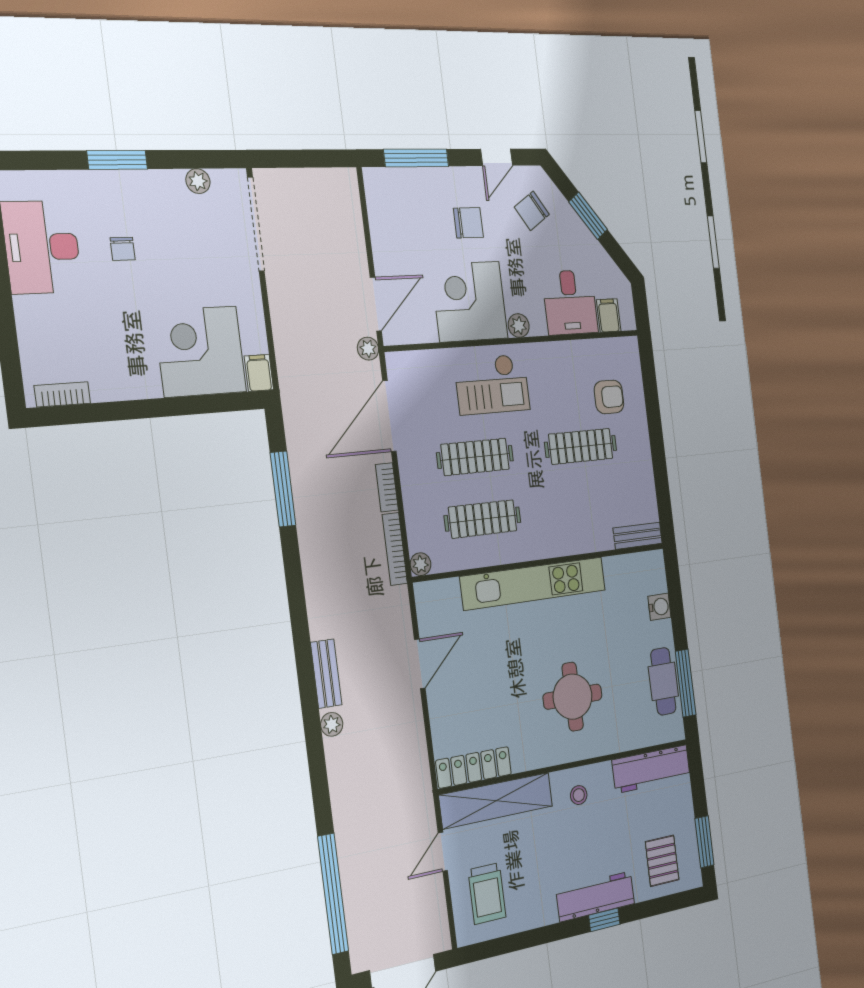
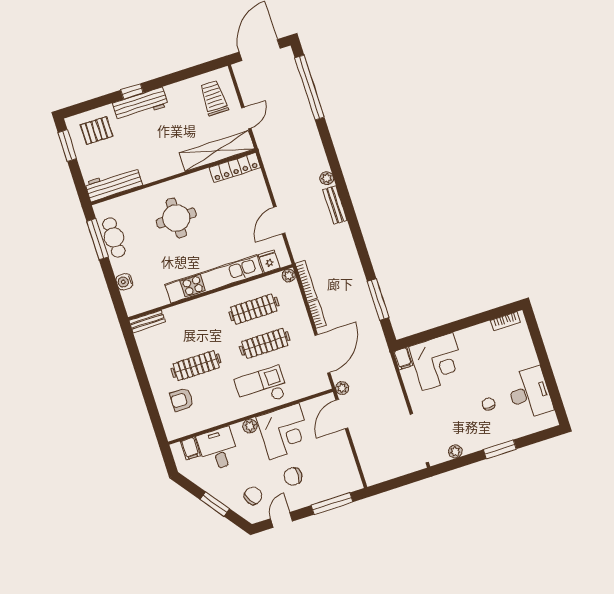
fridge: (447, 595) -> (269, 261), added
stool: (579, 795) -> (162, 162), removed
pallet: (662, 861) -> (97, 131), turned 90

